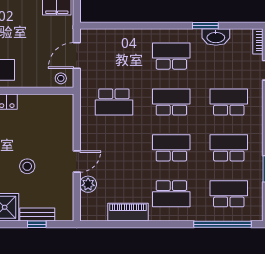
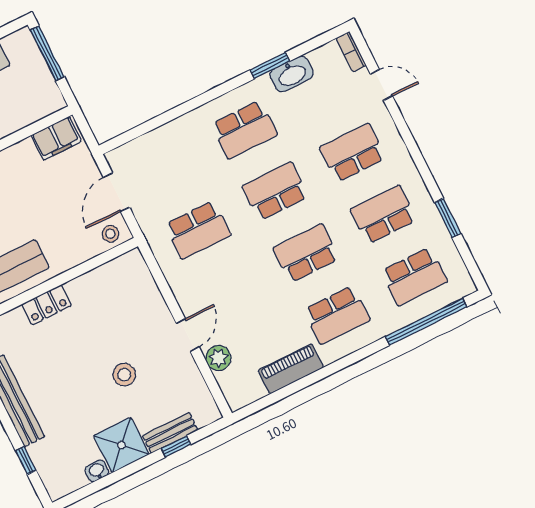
school desk: (171, 56) -> (244, 130), turned 180
school desk: (229, 194) -> (414, 276), turned 180

